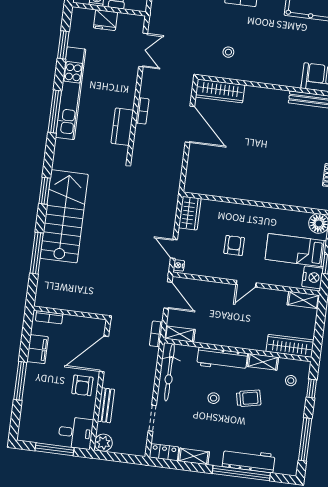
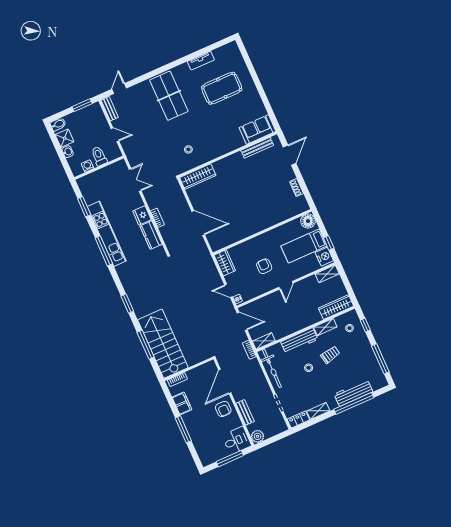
fridge: (105, 20) -> (142, 215), moved, turned 90
door: (190, 124) -> (198, 223), moved
stairs: (64, 216) -> (163, 344), moved

